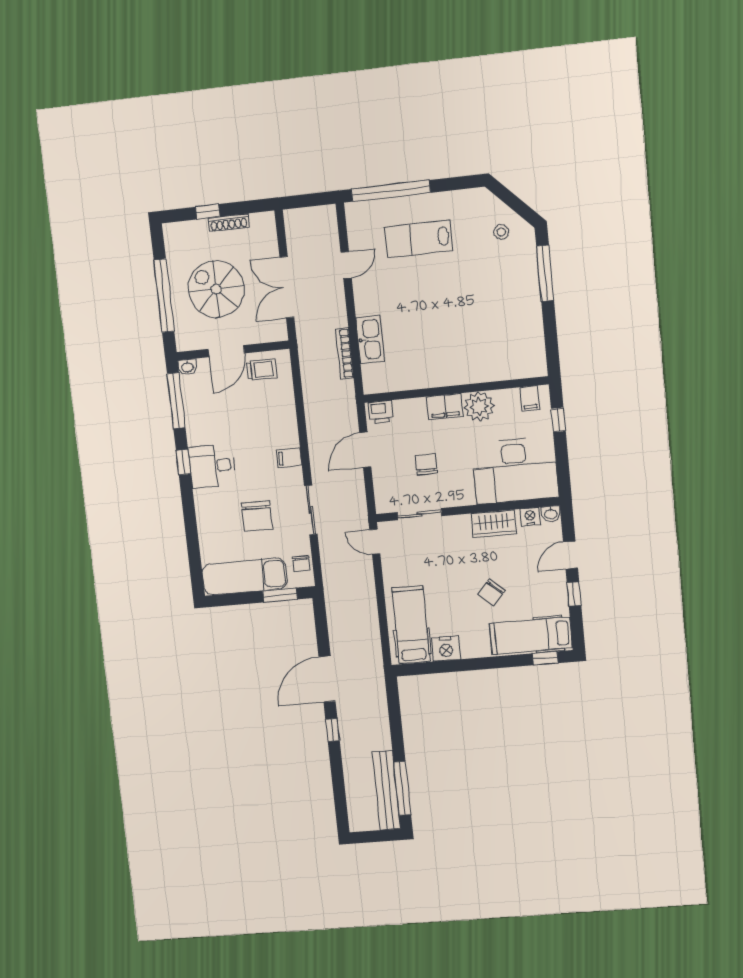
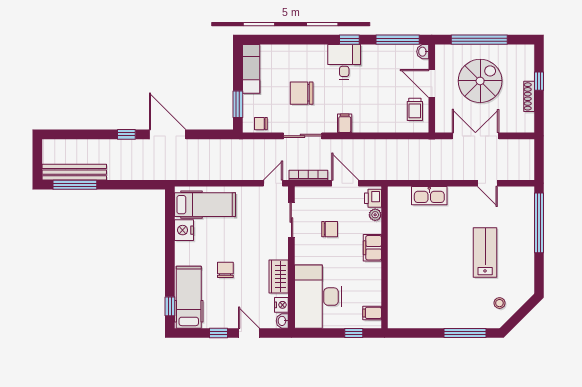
lab bench: (418, 239) -> (485, 252), moved
bookcase: (345, 354) -> (308, 175), moved
plant: (479, 407) -> (375, 215), moved, width x0.53, depth x0.53
exam couch: (244, 576) -> (251, 69), width x0.73, depth x0.69
chair: (492, 592) -> (225, 270), turned 48

